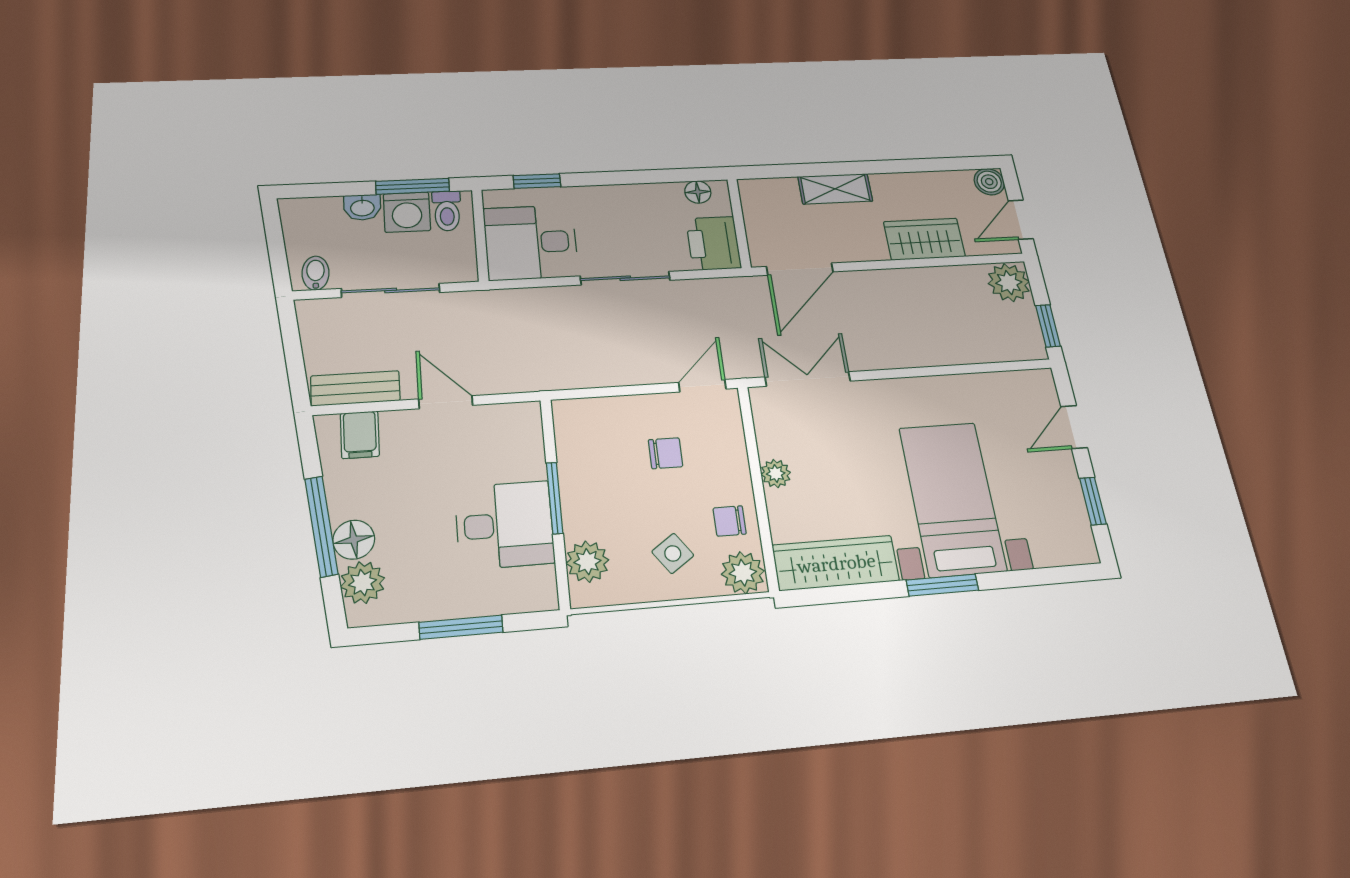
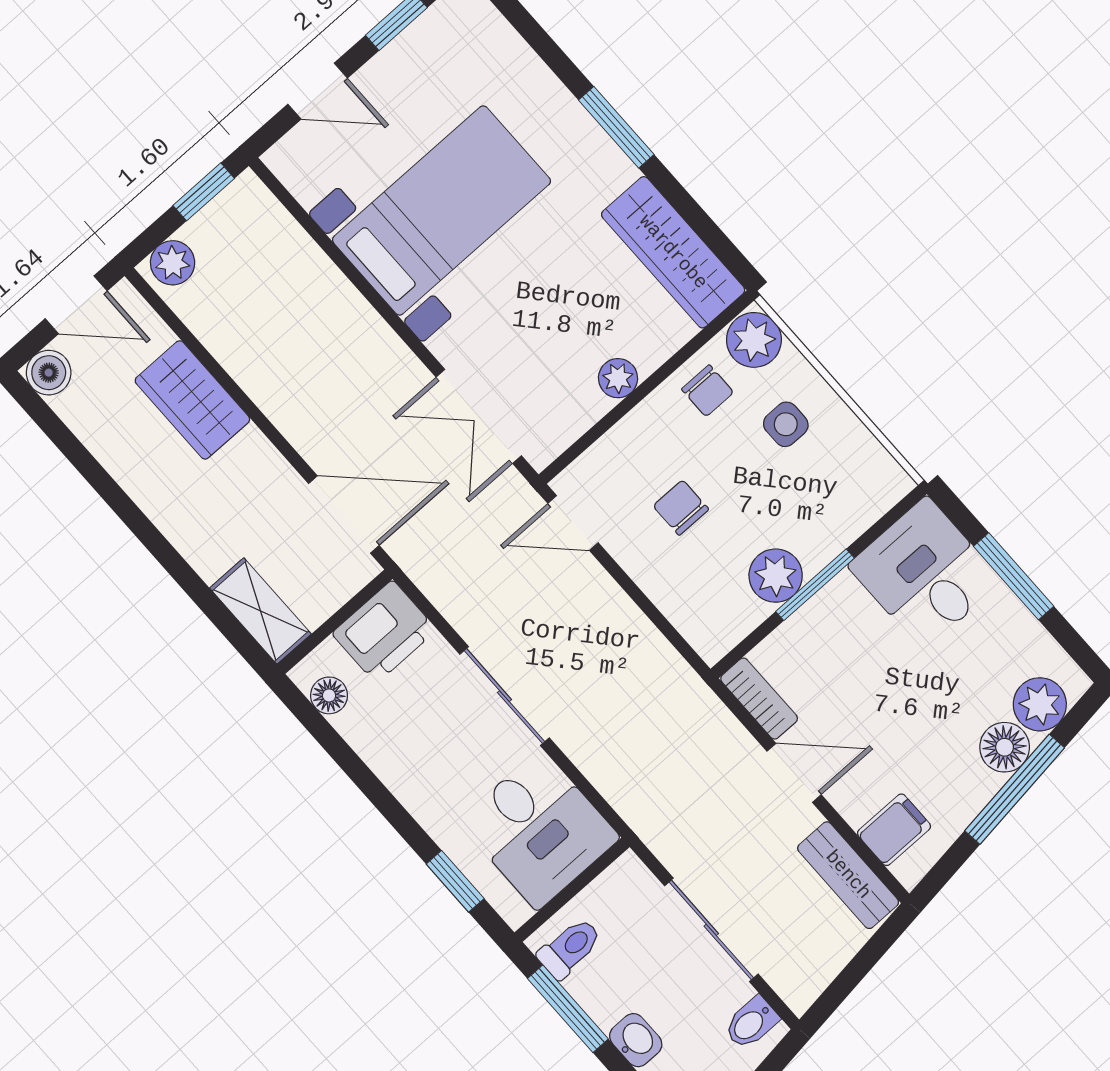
shelving: (835, 189) -> (260, 611), moved
washing machine: (407, 212) -> (605, 989), removed
plant: (1009, 283) -> (173, 263), width x0.73, depth x0.73
door: (446, 402) -> (794, 773), swing flipped
bookcase: (509, 415) -> (759, 699), added
bed with nightstands: (952, 499) -> (442, 210), moved, turned 180
desk: (505, 525) -> (925, 573), moved
side table: (673, 553) -> (786, 424), turned 35
plant: (587, 562) -> (776, 576), moved

